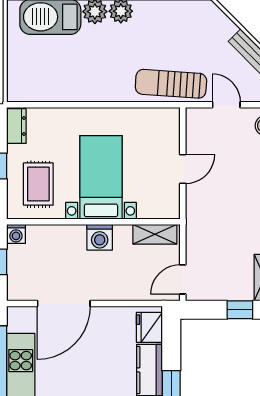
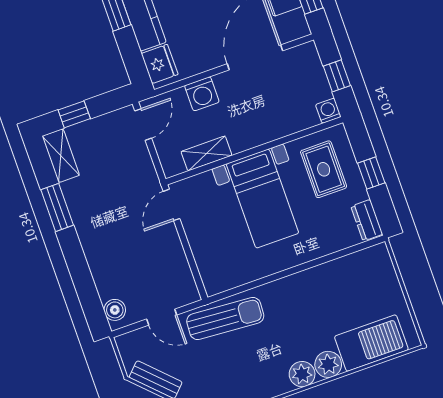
door: (183, 169) -> (172, 205), moved
shelving: (155, 234) -> (206, 153), moved
washing machine: (100, 237) -> (202, 94), moved, turned 180

